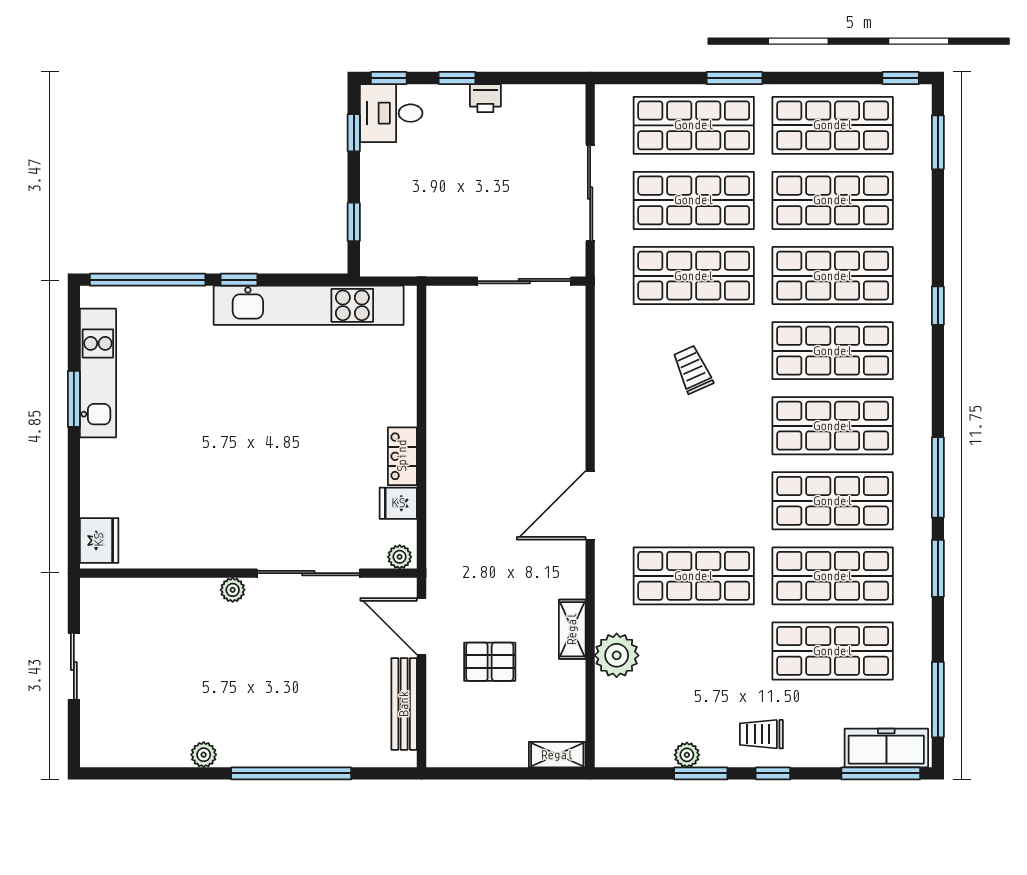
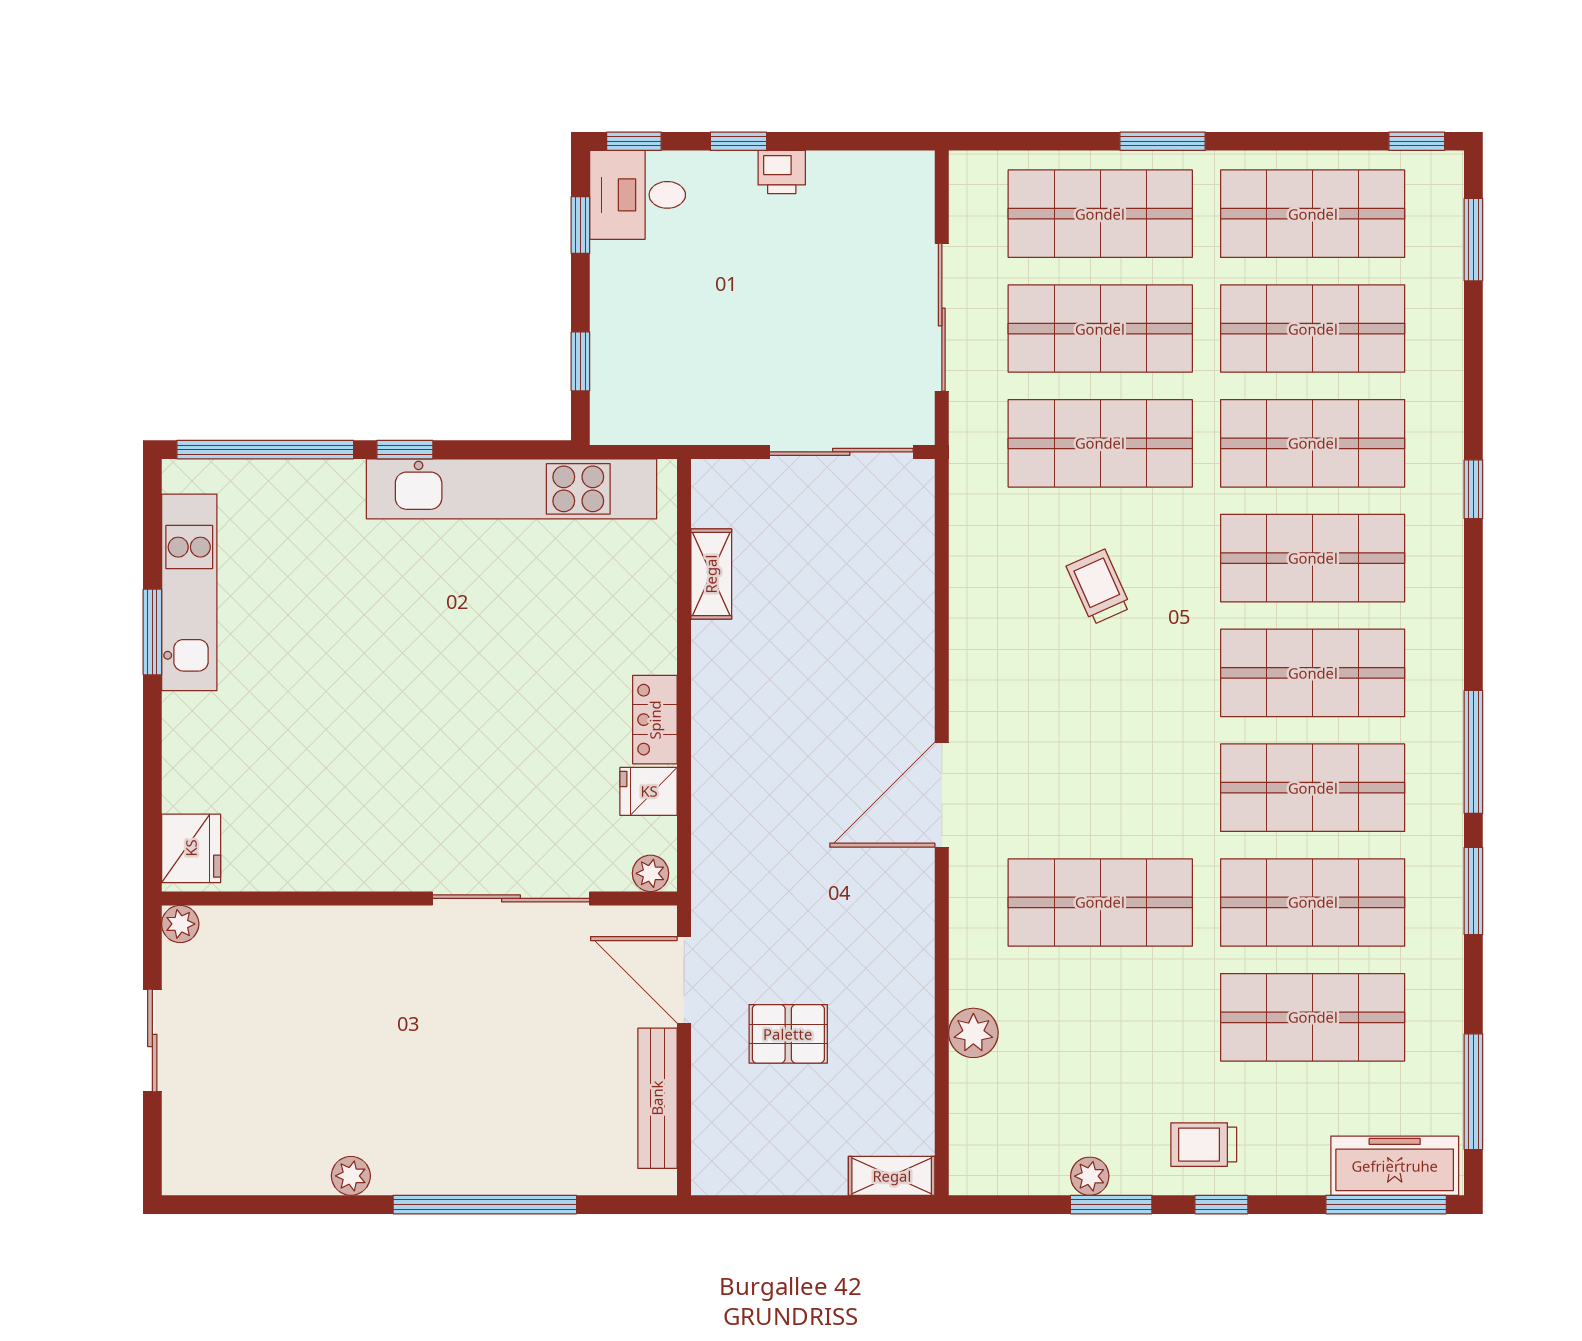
plant: (233, 590) -> (180, 924), moved
shelving: (572, 629) -> (711, 574), moved
plant: (617, 655) -> (973, 1033), width x0.73, depth x0.73

